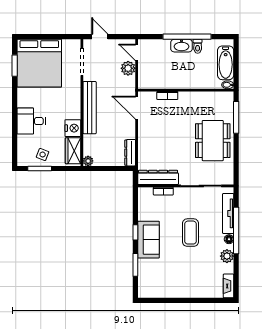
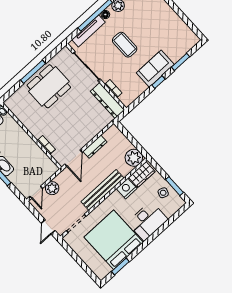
bed: (39, 63) -> (114, 240), moved, turned -90
window: (236, 117) -> (33, 72), moved
desk: (31, 121) -> (148, 221), width x1.37
dresser: (130, 153) -> (95, 147), moved
plant: (88, 161) -> (134, 158), width x1.88, depth x1.88
coffee table: (190, 233) -> (125, 45), turned 90

